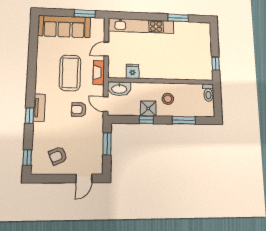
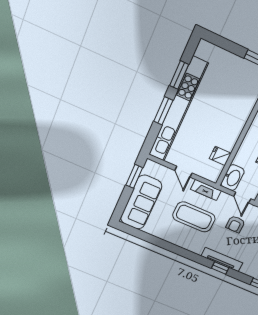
window: (147, 16) -> (163, 111), added
kitchen unit: (141, 26) -> (178, 110), width x1.36
door: (106, 104) -> (242, 198), hinge flipped
tv unit: (39, 108) -> (222, 259), width x1.41

